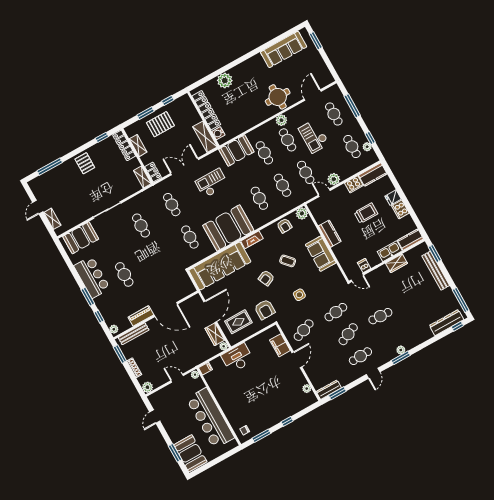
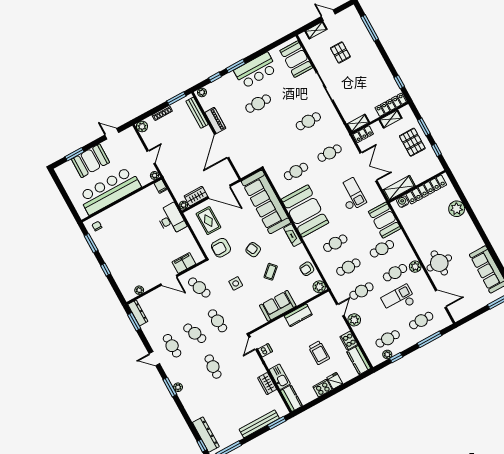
pallet: (85, 163) -> (340, 52), moved, turned 90
booth: (190, 453) -> (90, 161), moved

